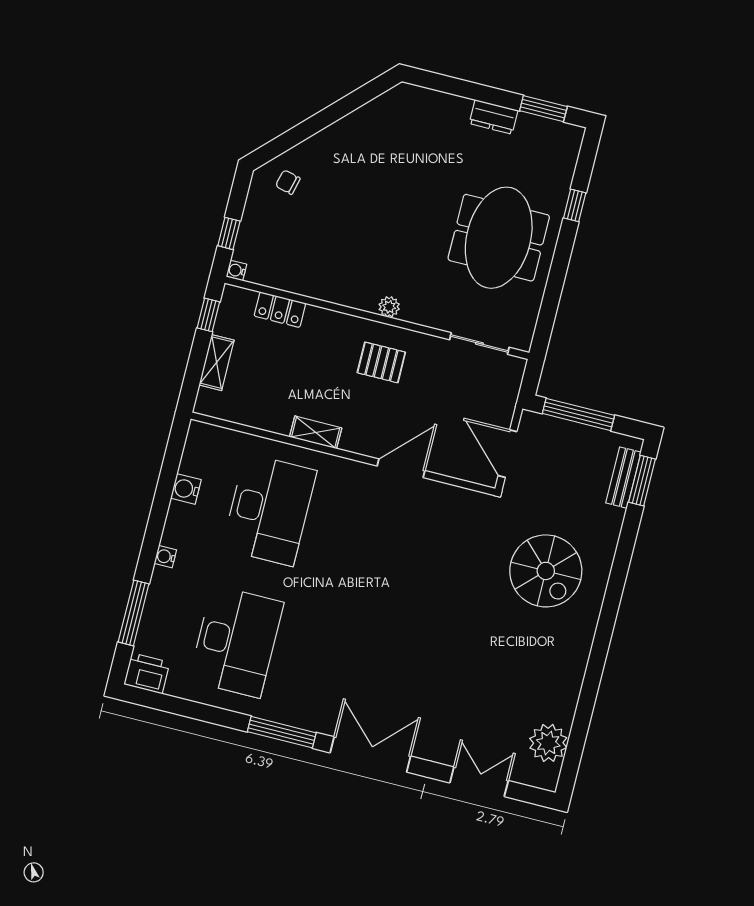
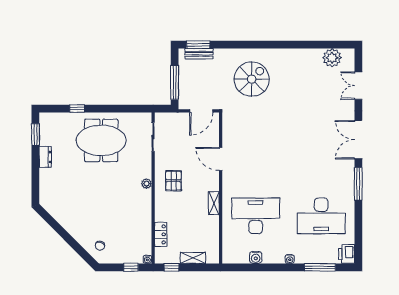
desk: (236, 642) -> (321, 216), turned 180

